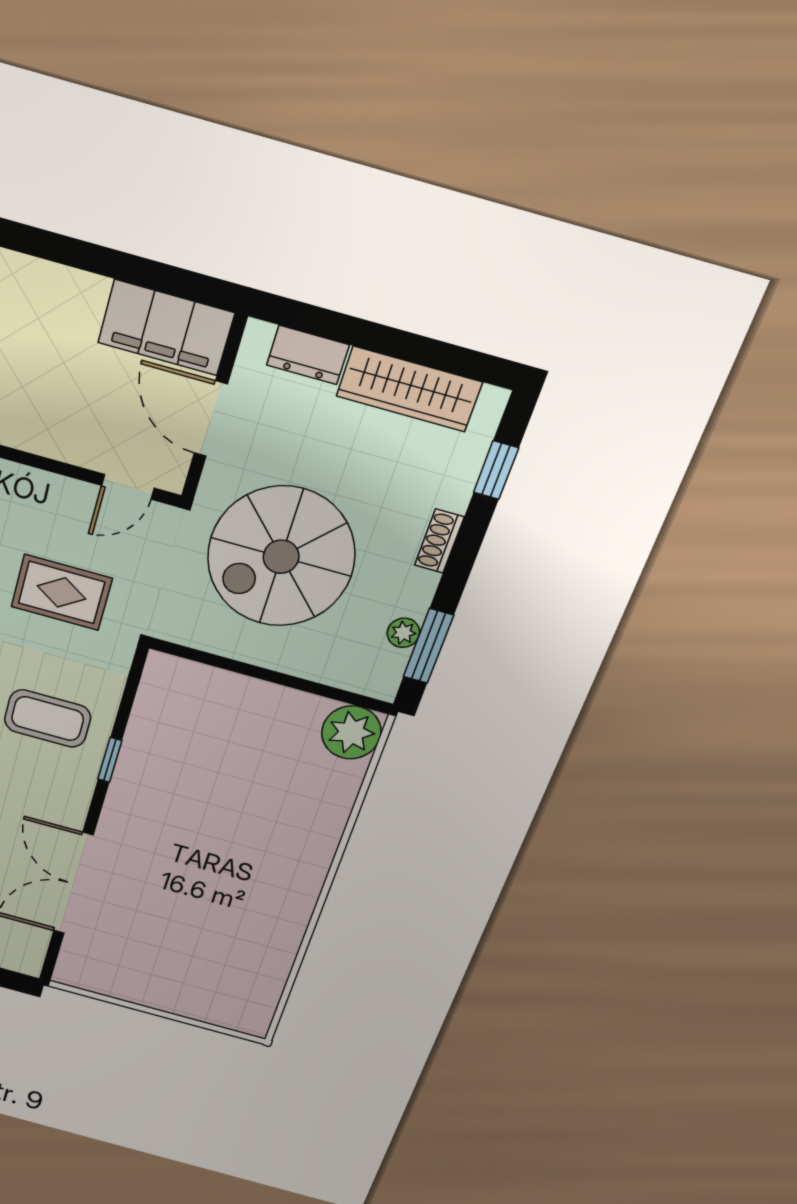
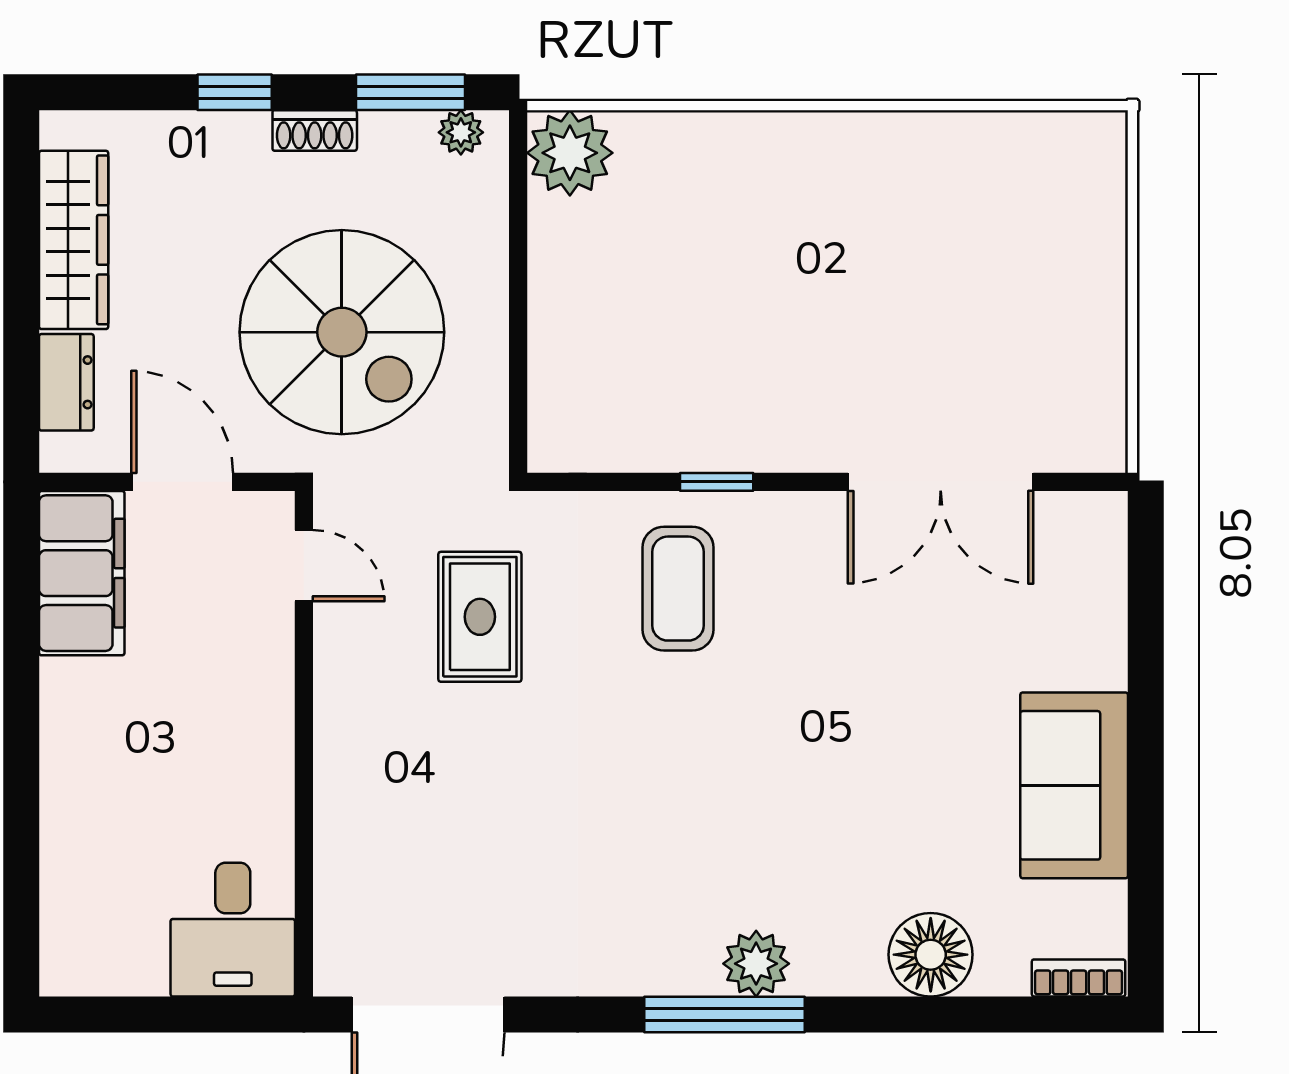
door: (211, 419) -> (182, 482), swing flipped
window: (496, 470) -> (235, 92), moved
shoe rack: (439, 541) -> (315, 130), moved
plant: (403, 633) -> (461, 132), moved

